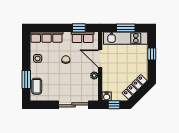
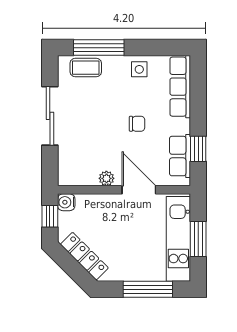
window: (152, 54) -> (148, 289), width x2.17
door: (100, 59) -> (139, 190), hinge flipped
window: (26, 79) -> (99, 48), width x1.44
sliding door: (73, 105) -> (50, 116), moved

